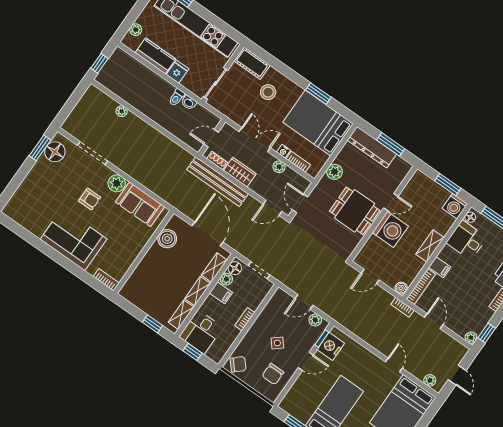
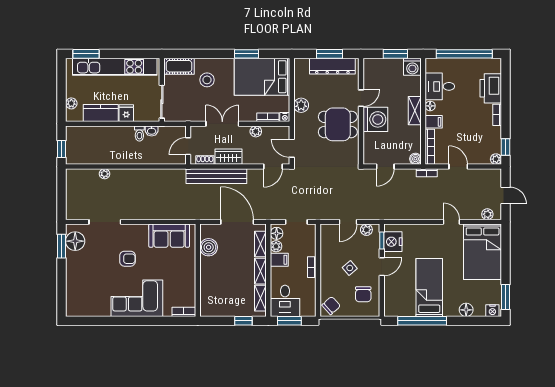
dresser: (372, 147) -> (332, 66), moved
nightstand: (283, 151) -> (285, 117), moved
plant: (117, 183) -> (140, 232), removed
floor lamp: (470, 217) -> (430, 106), moved
window: (192, 352) -> (289, 321), width x1.50

